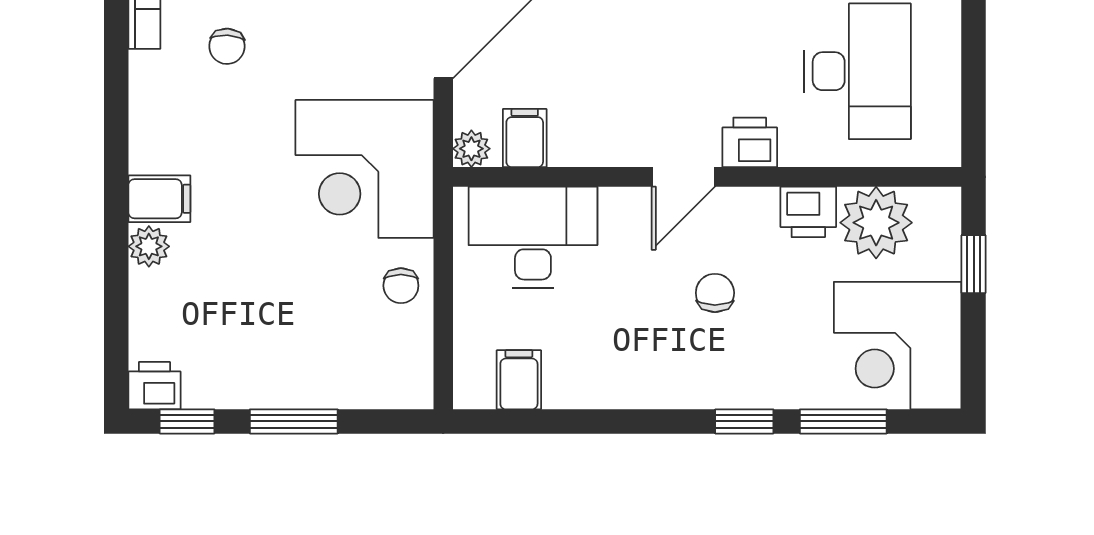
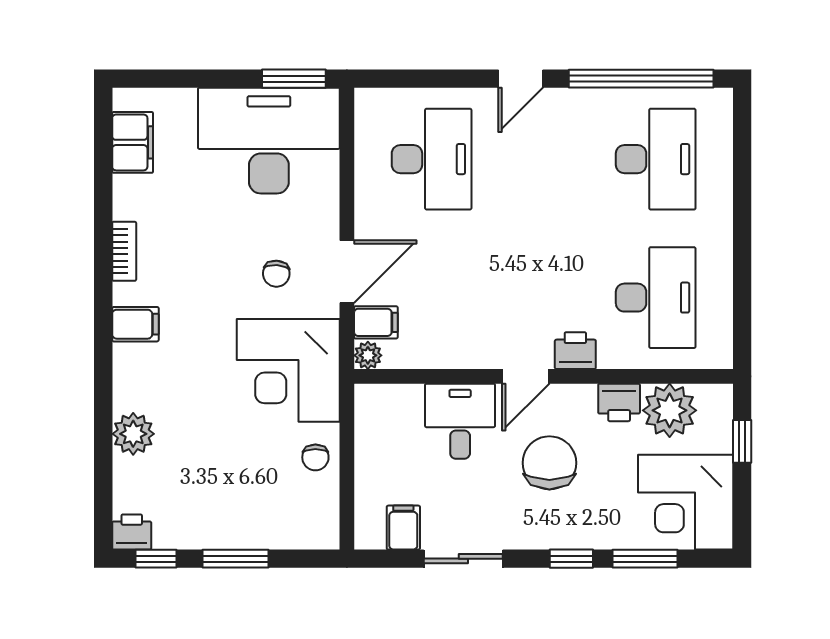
chair: (227, 46) -> (276, 274), moved
filing cabinet: (525, 138) -> (376, 322), moved, turned 90
filing cabinet: (159, 199) -> (135, 324), moved
desk: (533, 237) -> (460, 421), moved, width x0.73
plant: (149, 246) -> (133, 434), width x1.38, depth x1.38
chair: (715, 293) -> (549, 463), width x1.87, depth x1.87
sliding door: (599, 421) -> (463, 559), added

